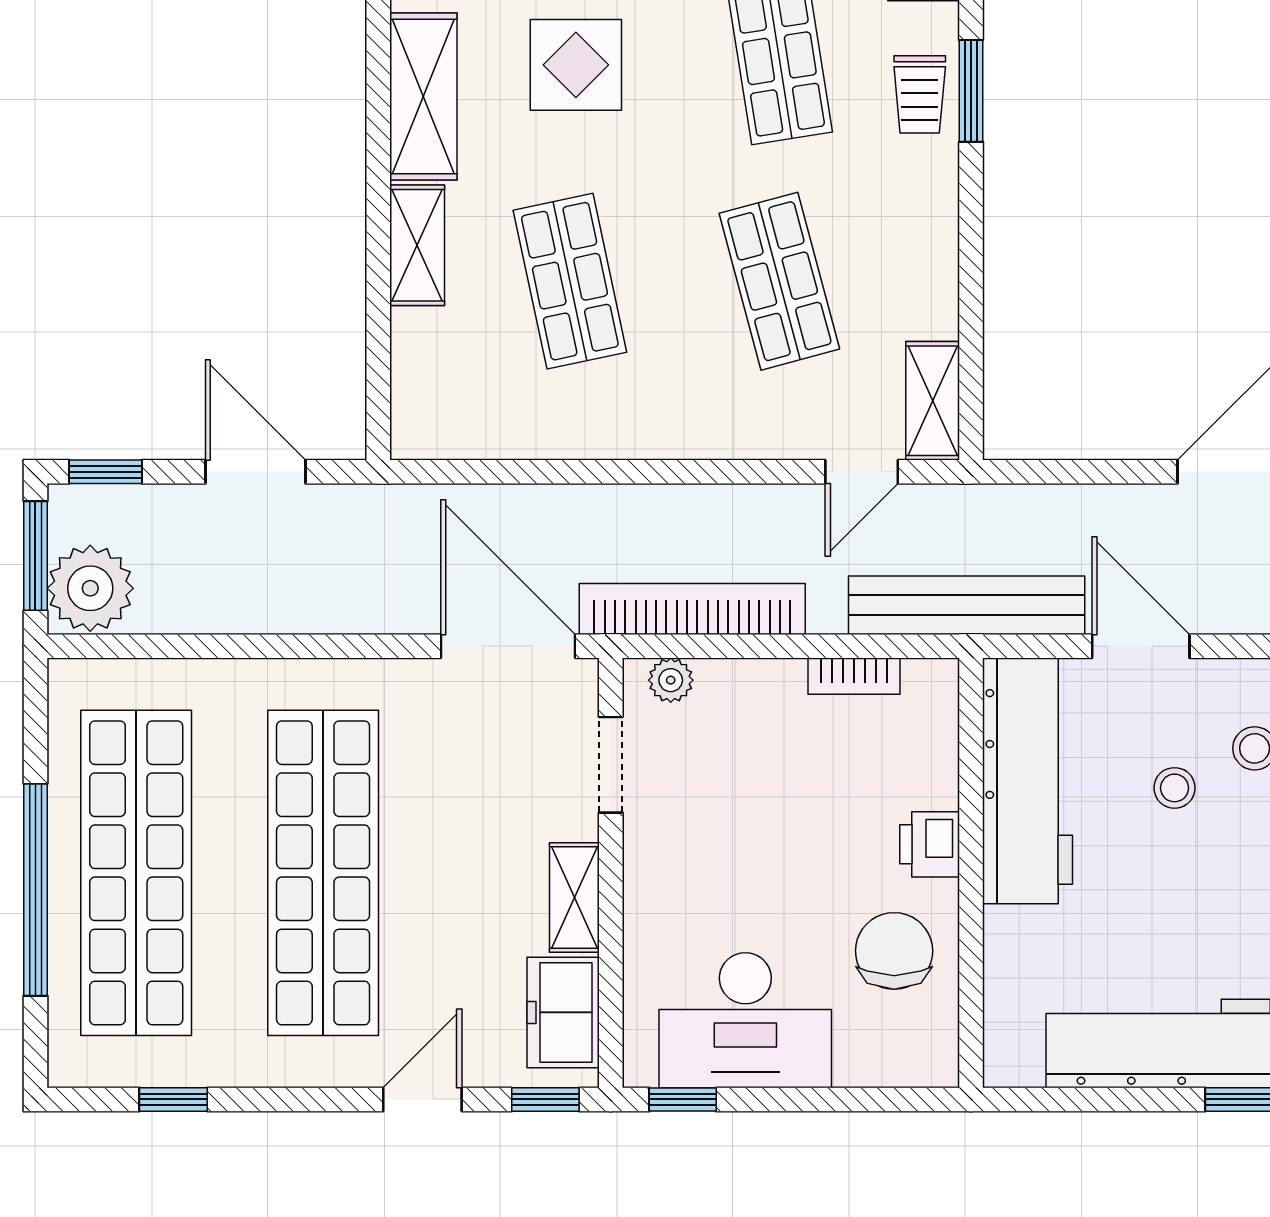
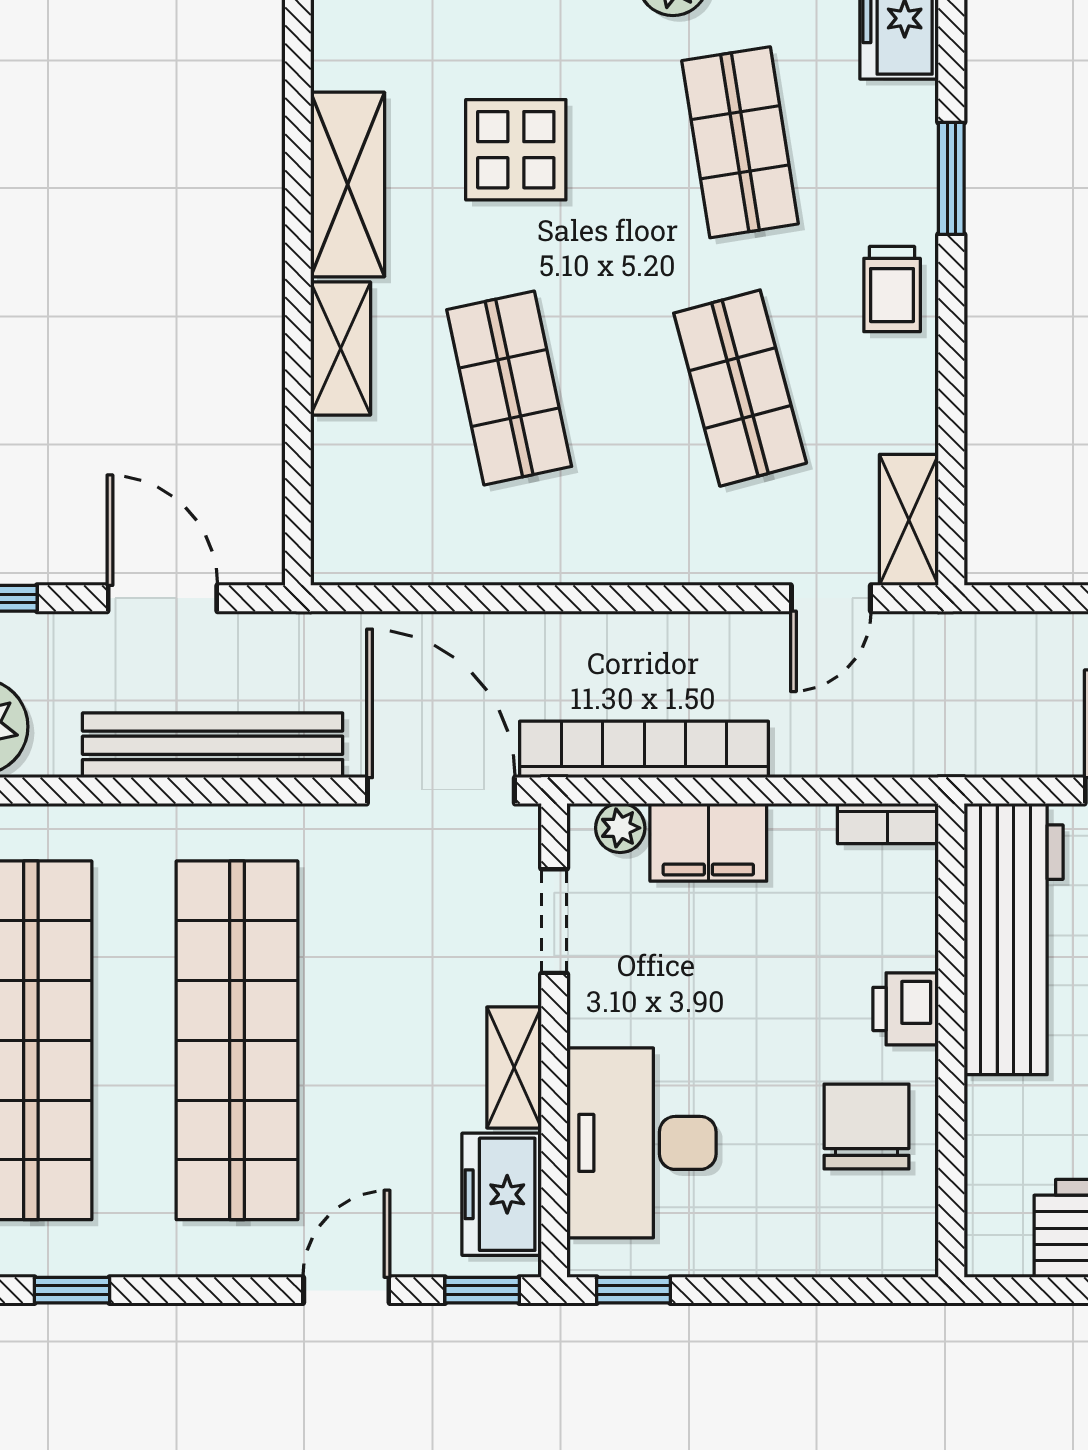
trolley: (920, 94) -> (892, 289), moved
bench: (967, 605) -> (213, 745), moved
bookcase: (854, 676) -> (888, 823), moved
filing cabinet: (751, 693) -> (708, 842), added
desk: (745, 1020) -> (641, 1143), moved, turned 90

